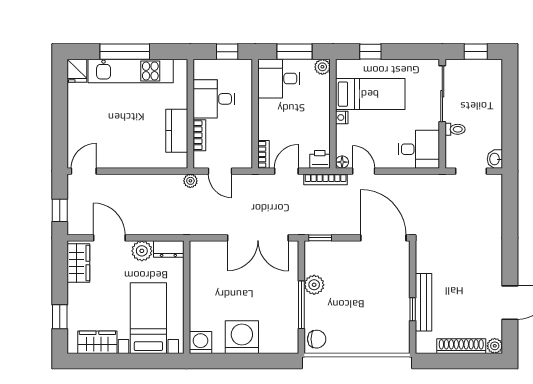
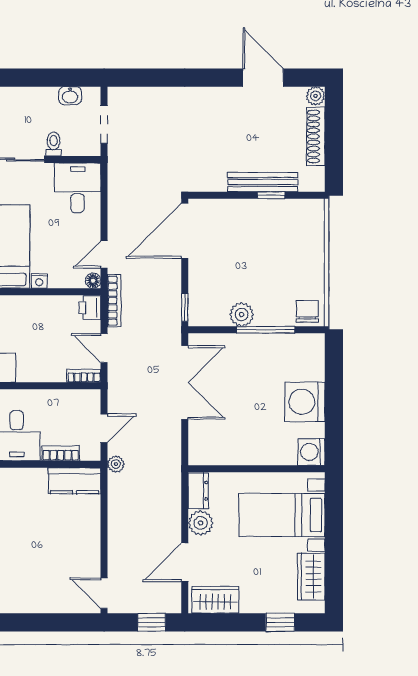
kitchen counter: (177, 131) -> (75, 481), moved
washbasin: (495, 159) -> (70, 96), moved

